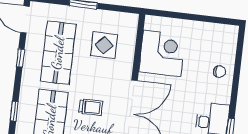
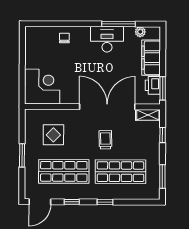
corner desk: (162, 53) -> (42, 86), moved, turned 90
window: (14, 111) -> (105, 202), moved

